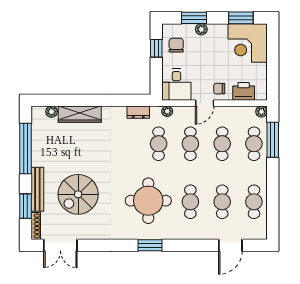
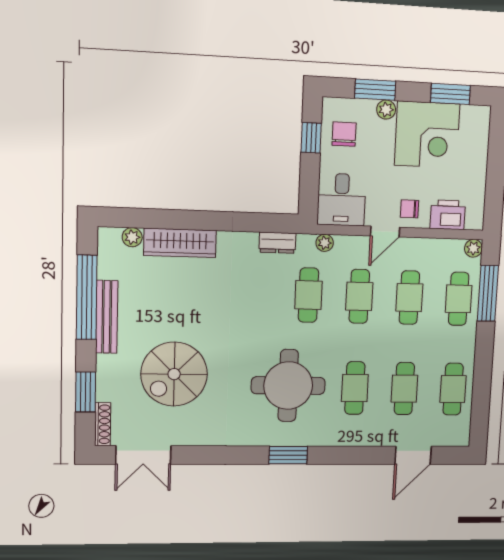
corner desk: (248, 43) -> (427, 135), moved, turned -90
bench: (37, 189) -> (107, 317), moved

